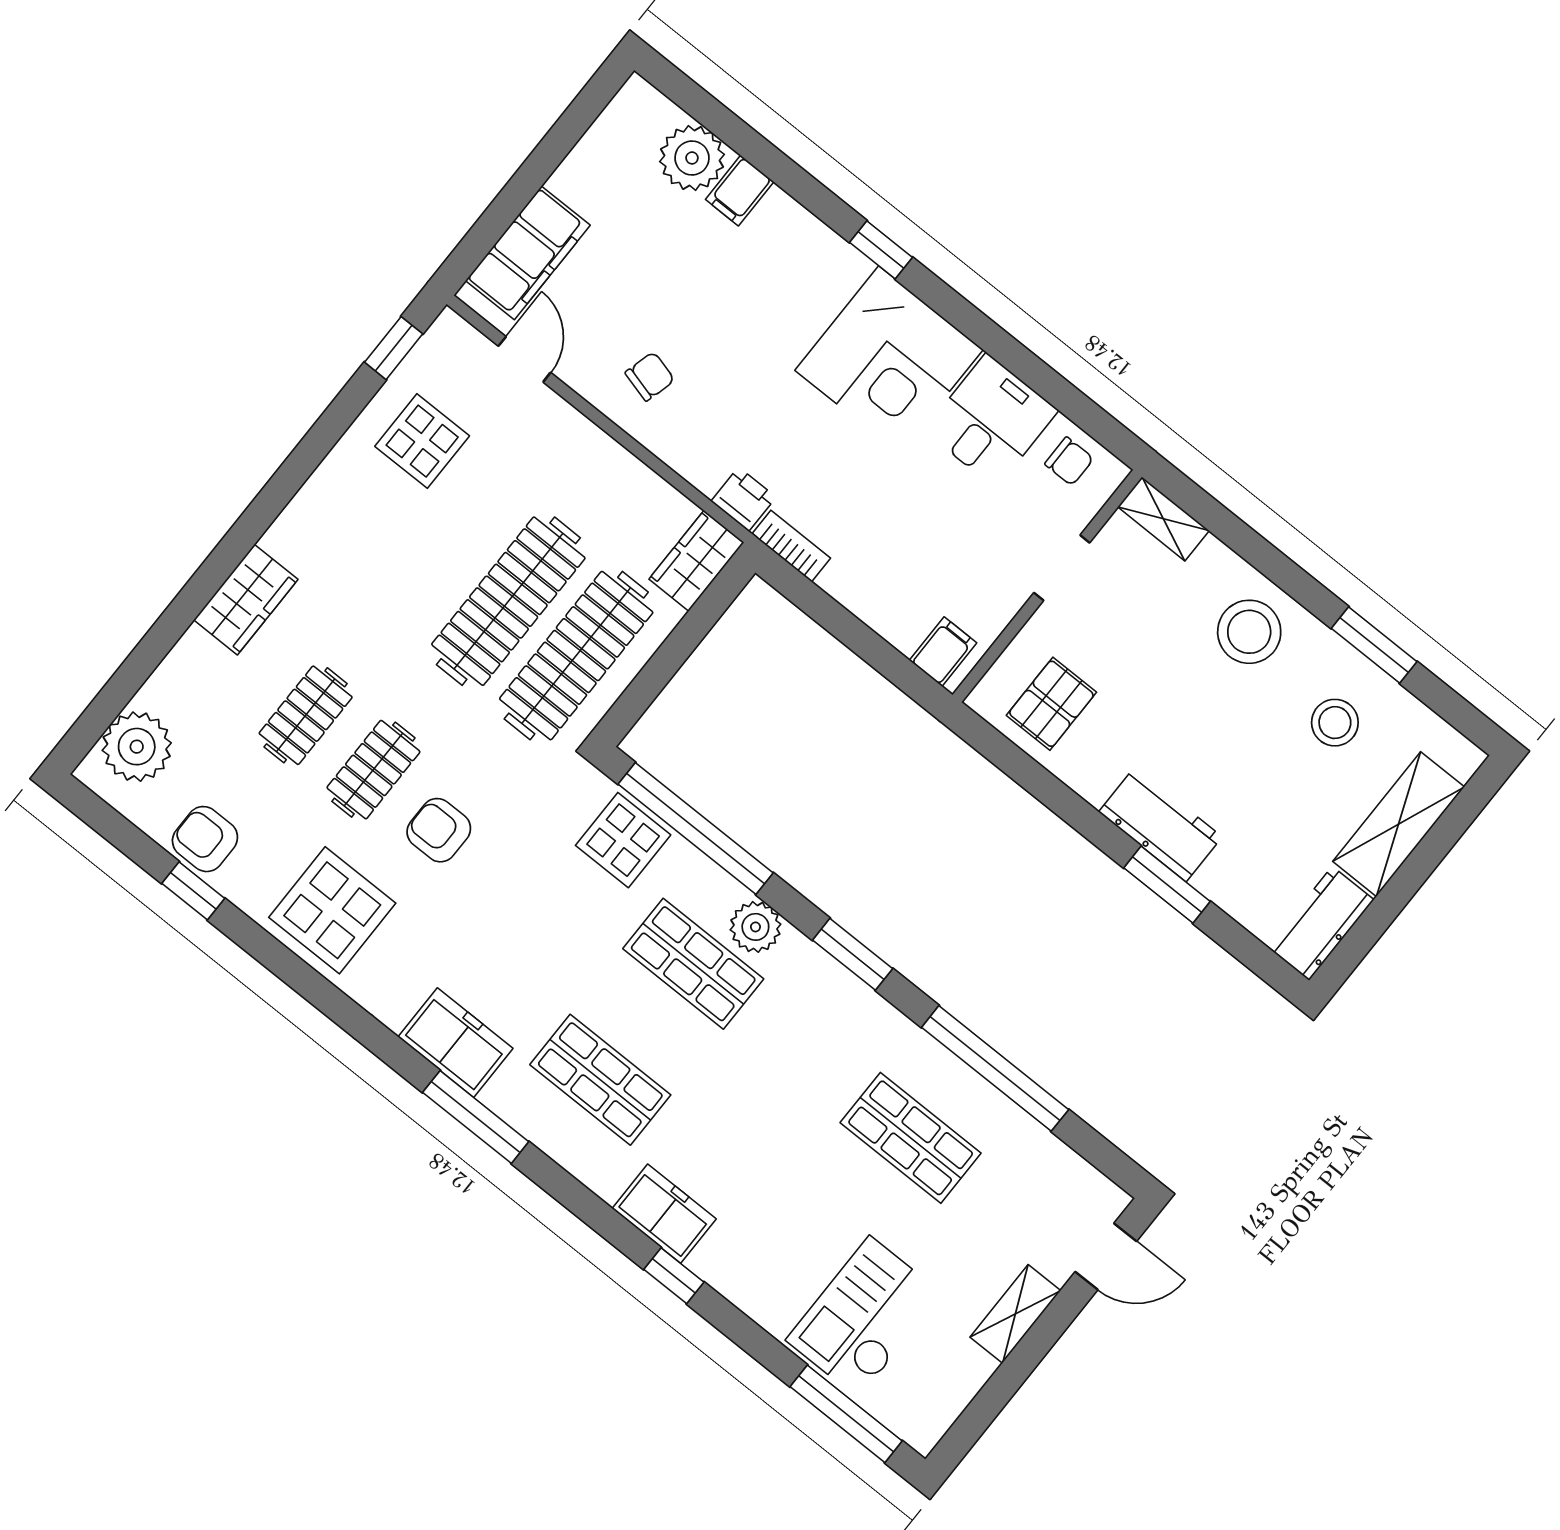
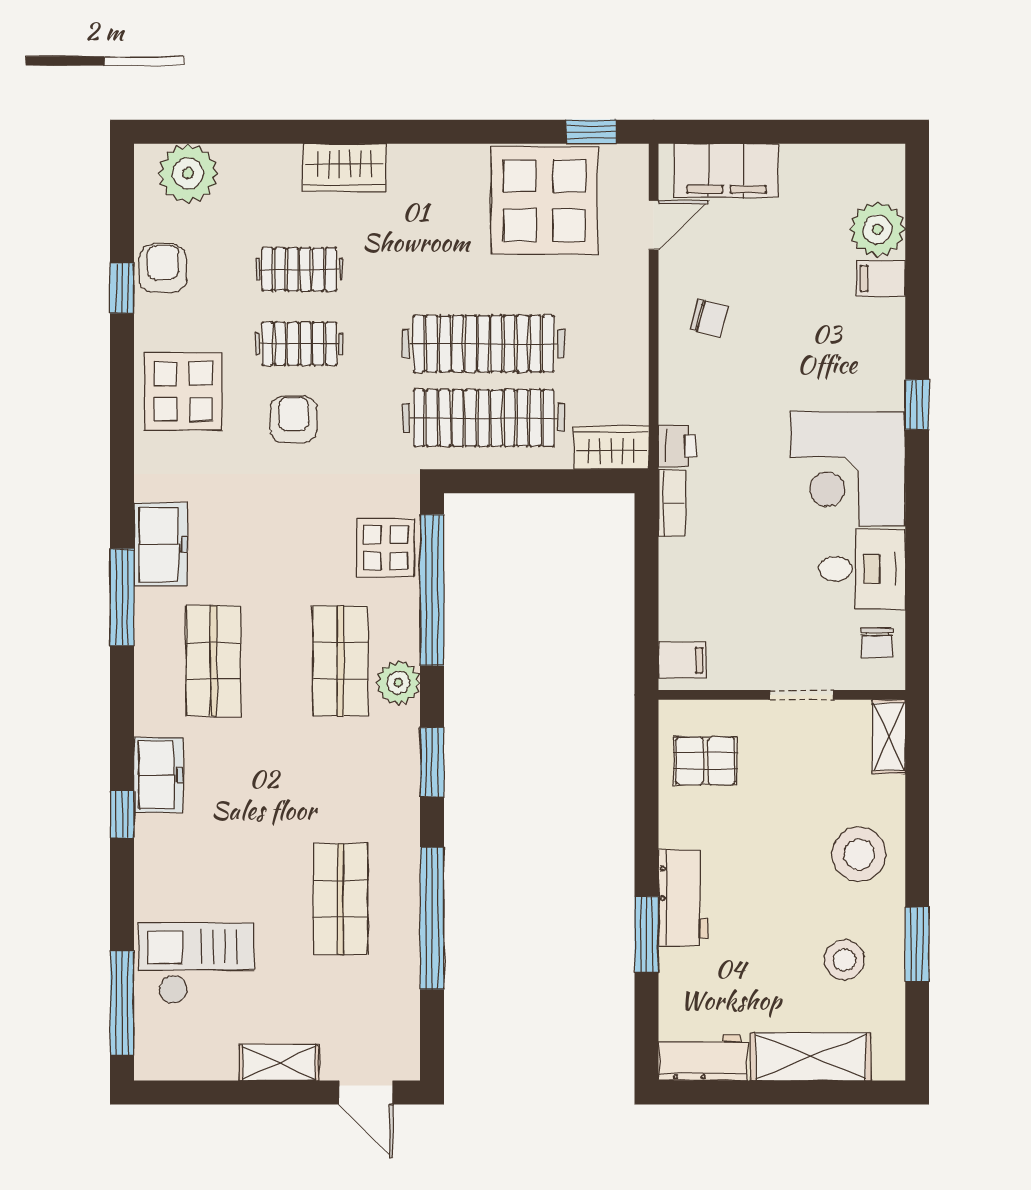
display table: (422, 441) -> (544, 201), width x1.86, depth x1.86

